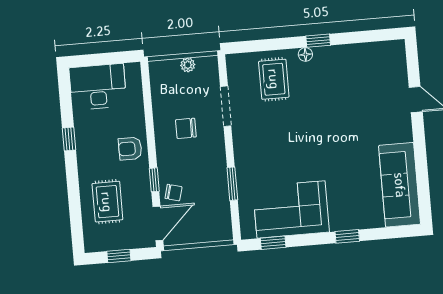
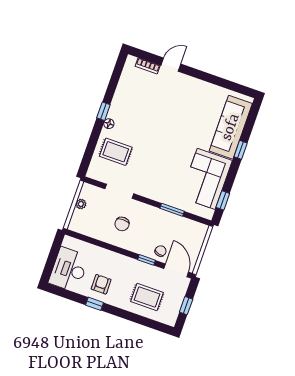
bookcase: (401, 71) -> (148, 66), added
armchair: (130, 149) -> (101, 284), moved, turned 180
sofa: (400, 185) -> (231, 127), moved, turned 90

